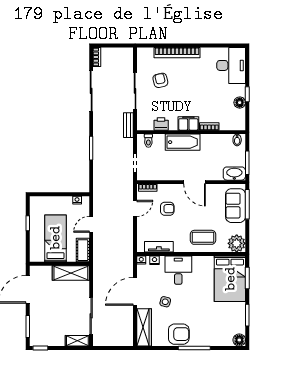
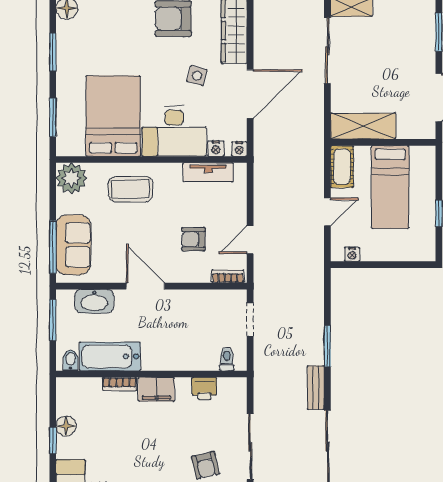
bench: (128, 125) -> (316, 388), moved
bathtub: (183, 142) -> (110, 356), moved
washbasin: (234, 174) -> (94, 301), moved
desk: (178, 270) -> (174, 131), width x1.37
bed: (230, 279) -> (113, 116), moved

